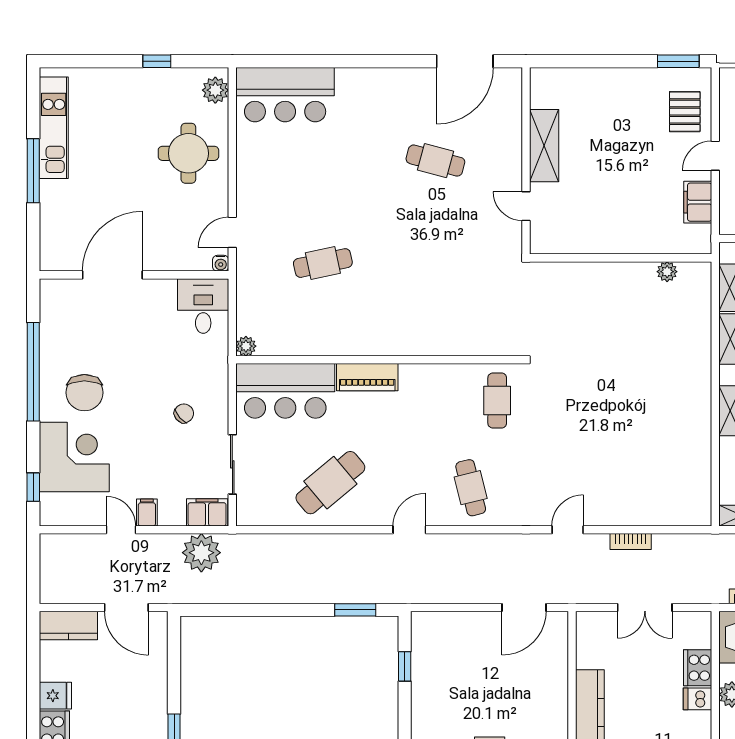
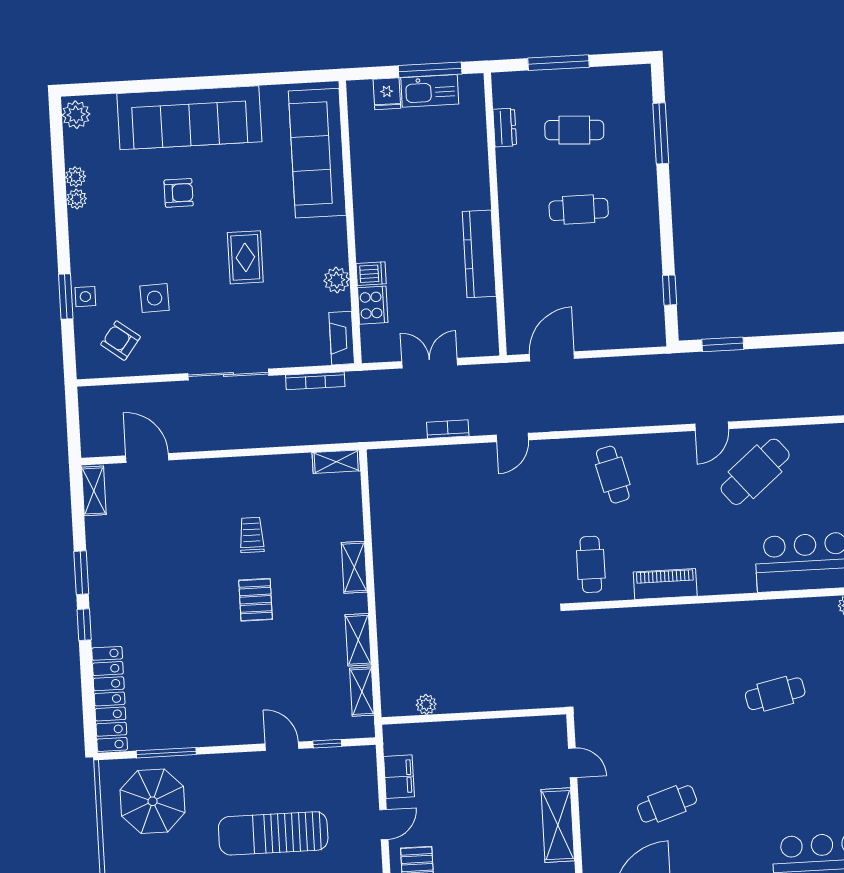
cafe table: (435, 161) -> (667, 804), turned -33
piano: (367, 377) -> (665, 584), moved
door: (409, 530) -> (712, 426), moved

